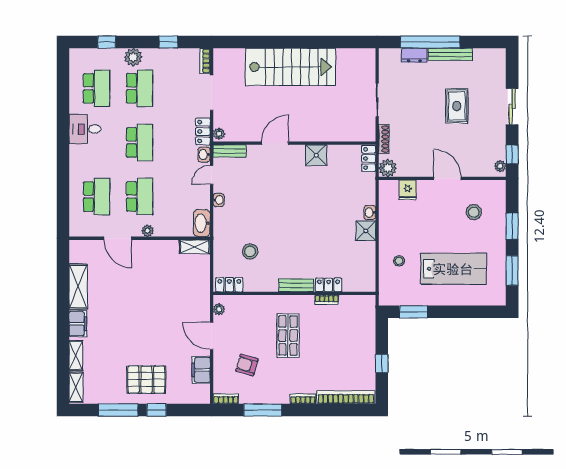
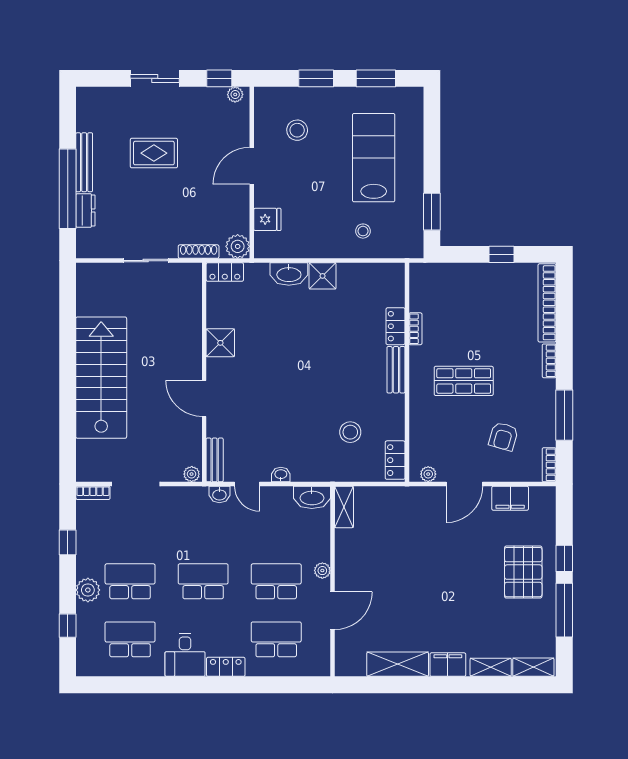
locker: (203, 131) -> (226, 667), moved, turned 180
washbasin: (370, 213) -> (289, 274), width x1.91, depth x1.45

